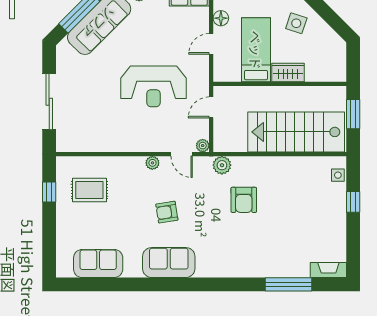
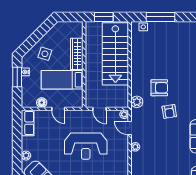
wardrobe: (288, 72) -> (77, 54), width x1.50
reception desk: (153, 86) -> (86, 146), turned 90
door: (182, 154) -> (130, 128), swing flipped
window: (353, 202) -> (160, 17), width x2.17
armchair: (167, 212) -> (169, 111), moved

